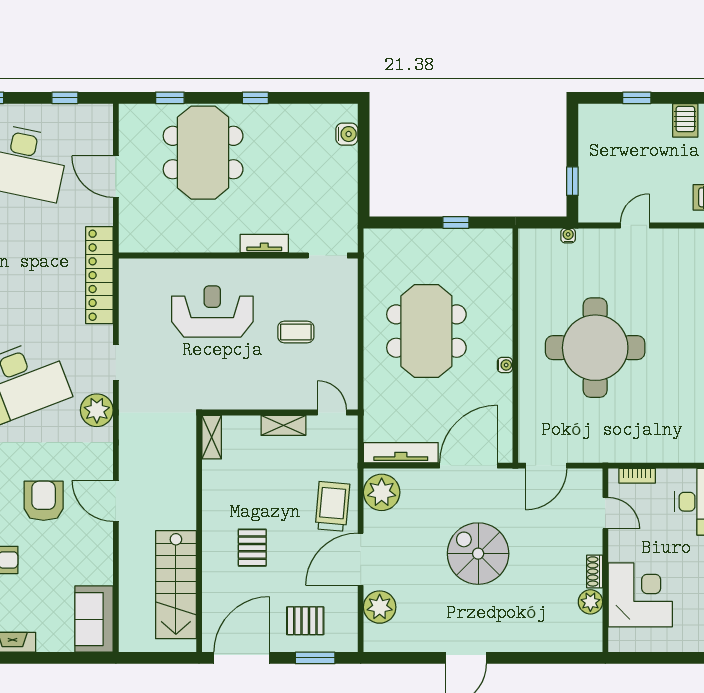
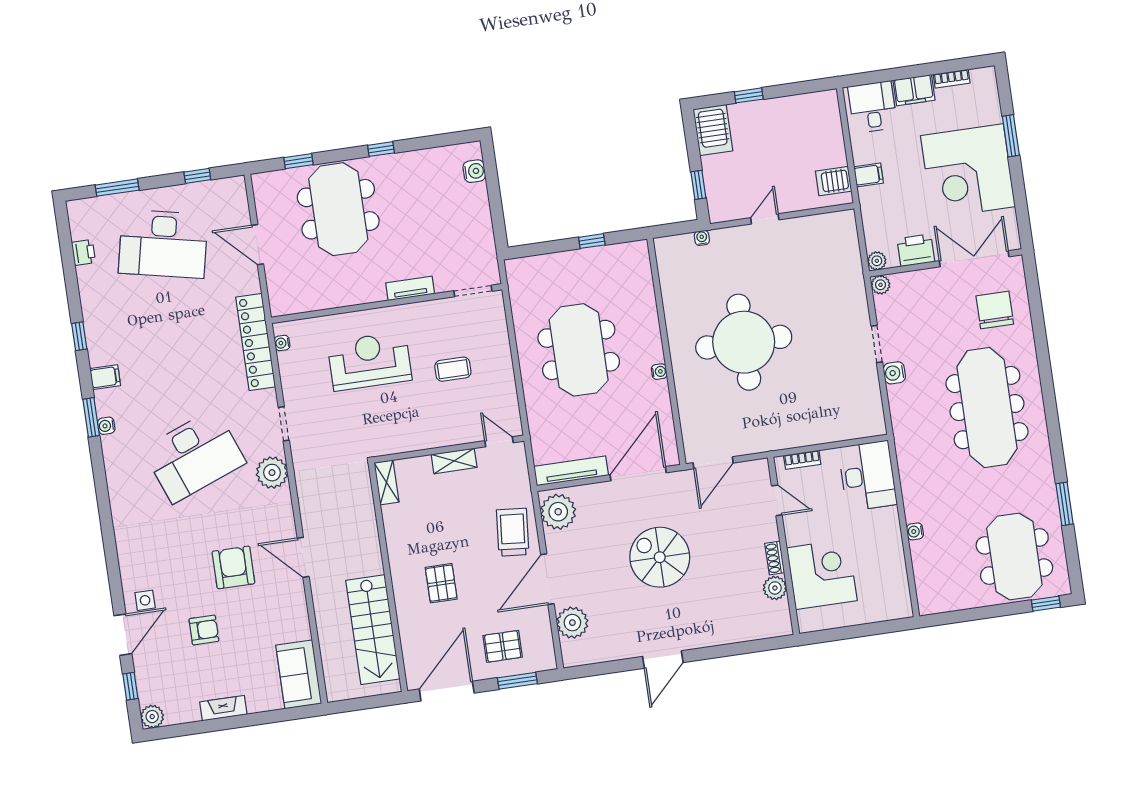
server rack: (685, 120) -> (713, 130), moved, width x1.36, depth x1.44
water cooler: (126, 280) -> (282, 343), added

